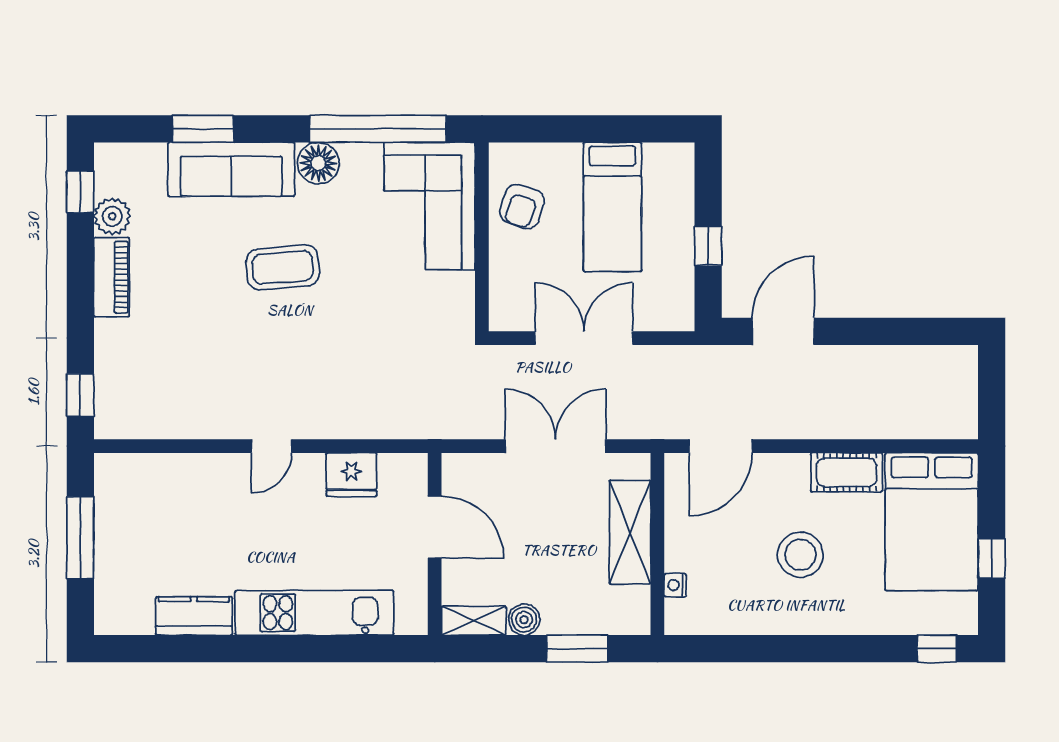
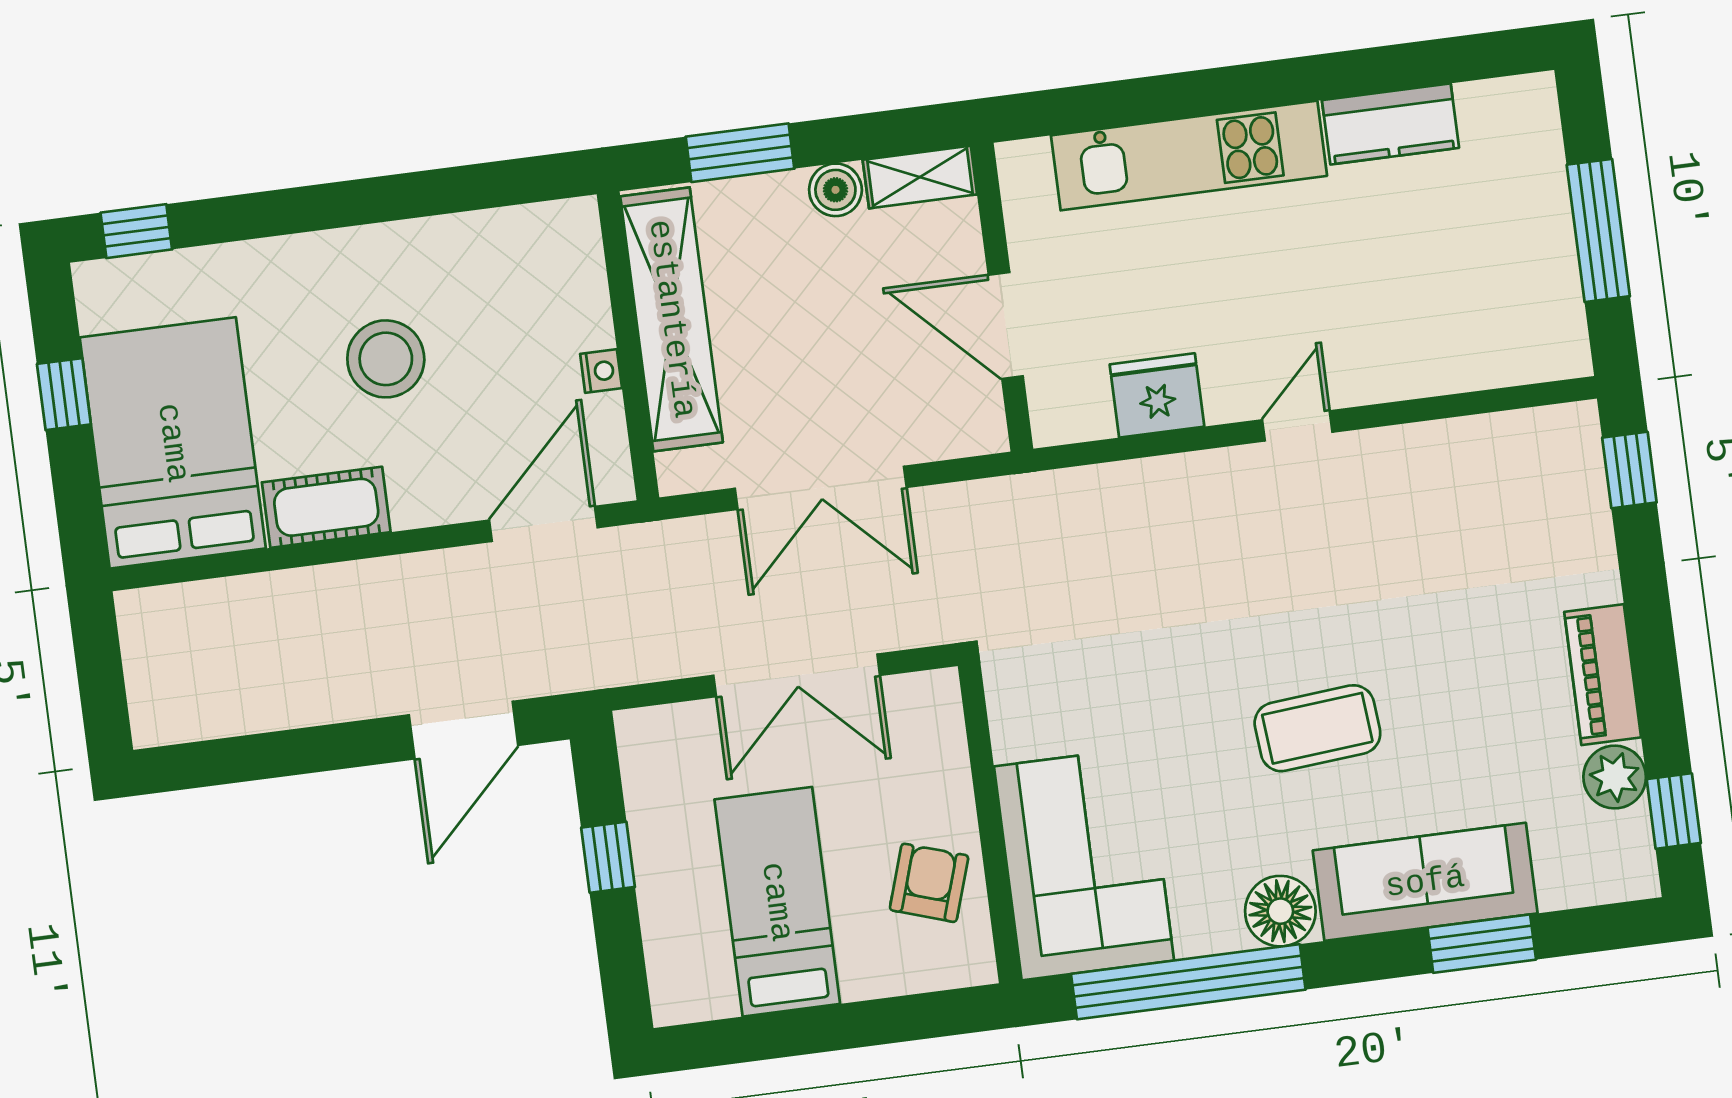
shelving: (630, 532) -> (672, 319), width x1.47
nightstand: (675, 585) -> (601, 371), moved

